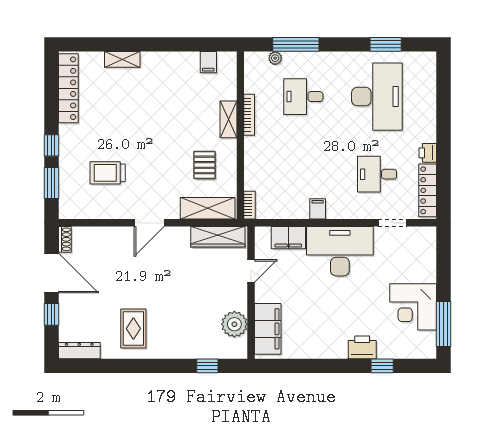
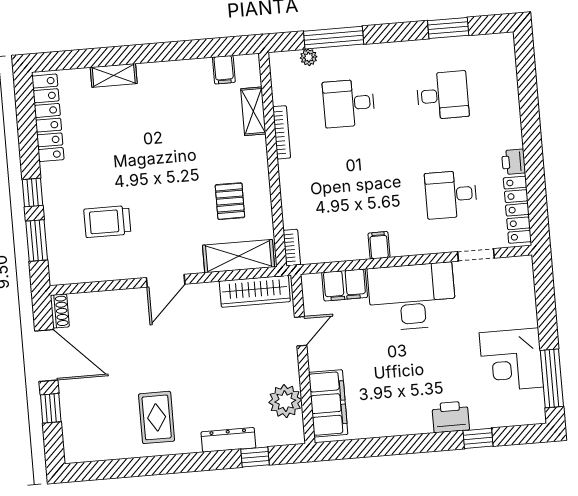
desk: (377, 97) -> (443, 95), width x0.53, depth x0.77
shelving: (229, 119) -> (253, 111), moved
dresser: (79, 351) -> (228, 440), moved

